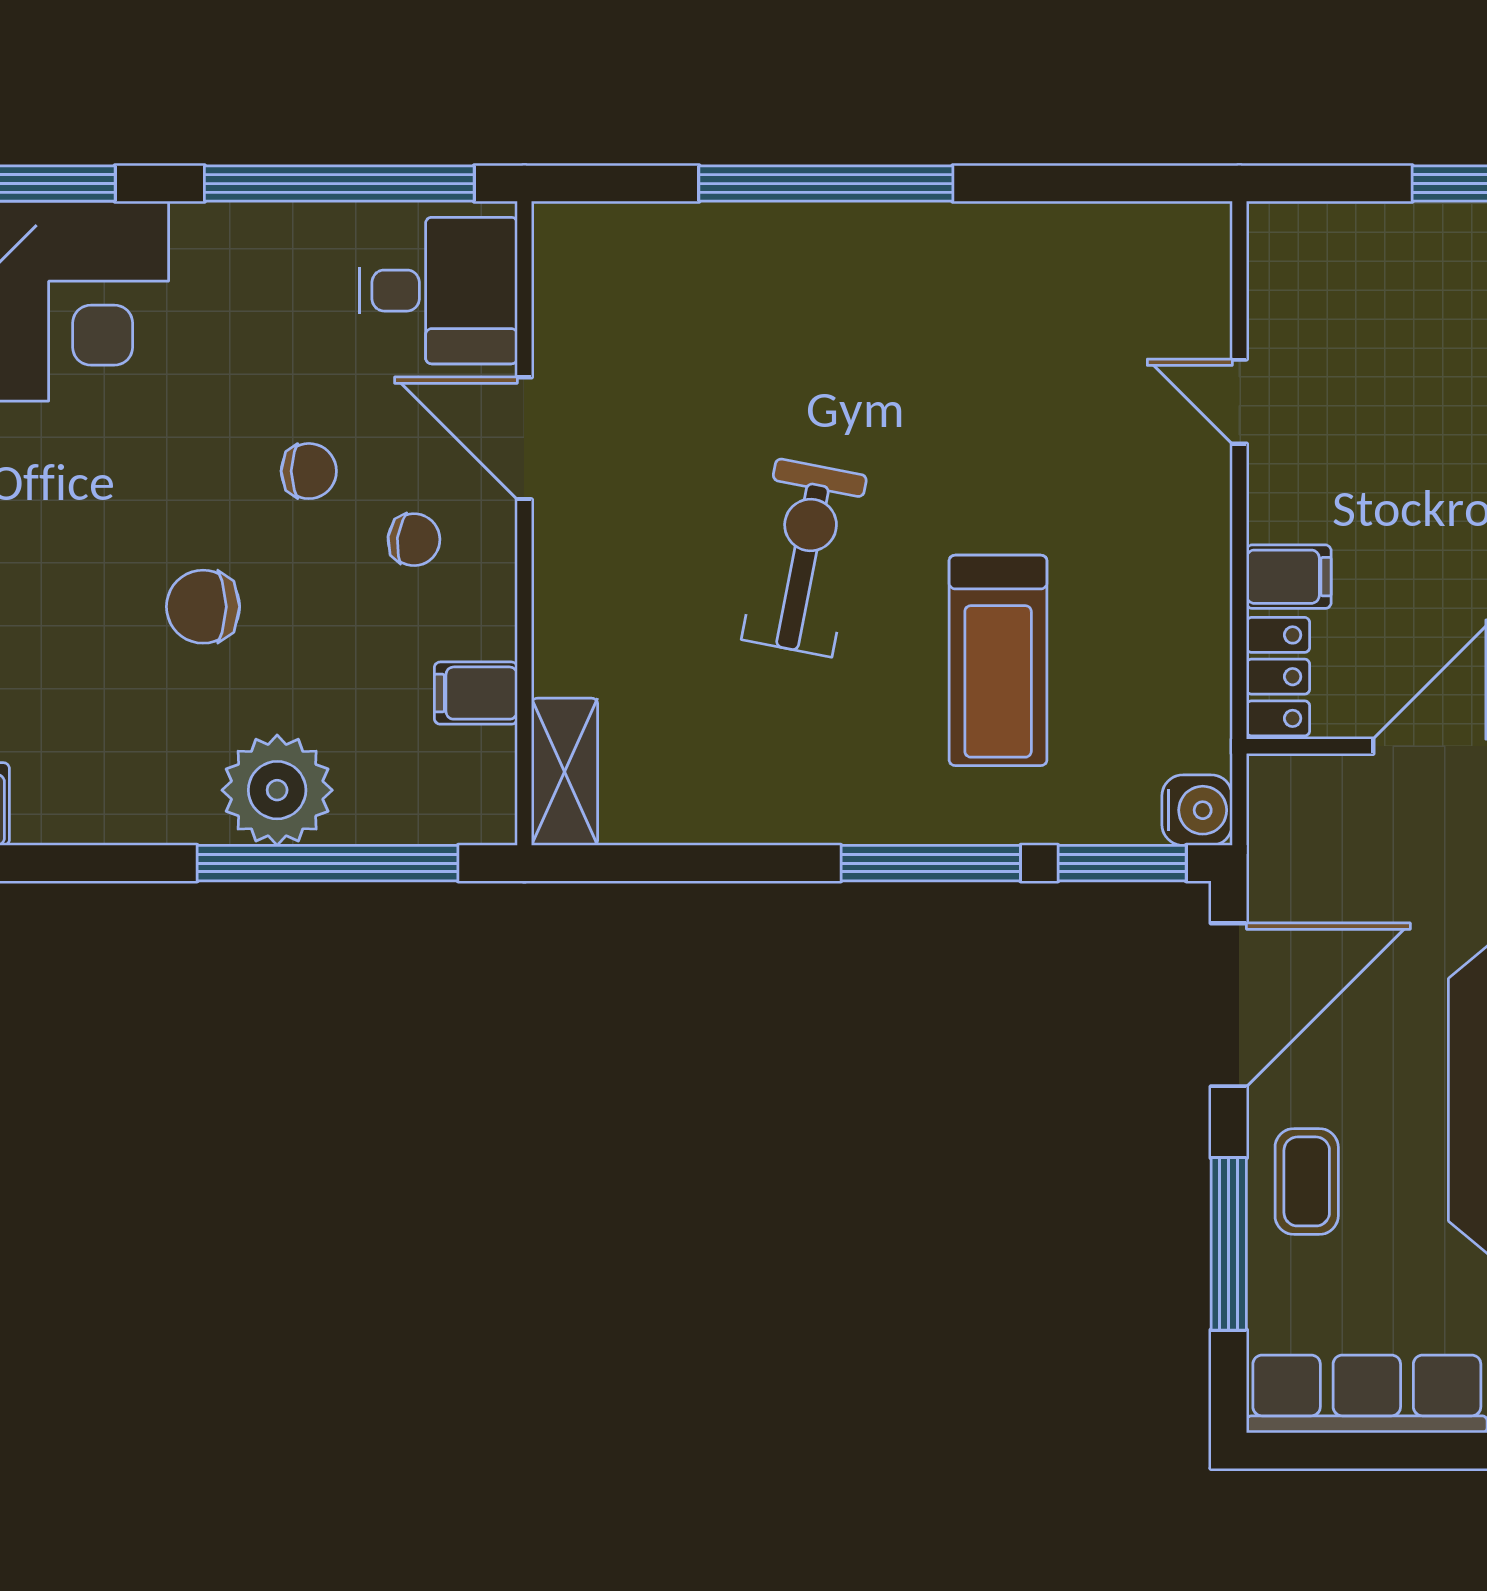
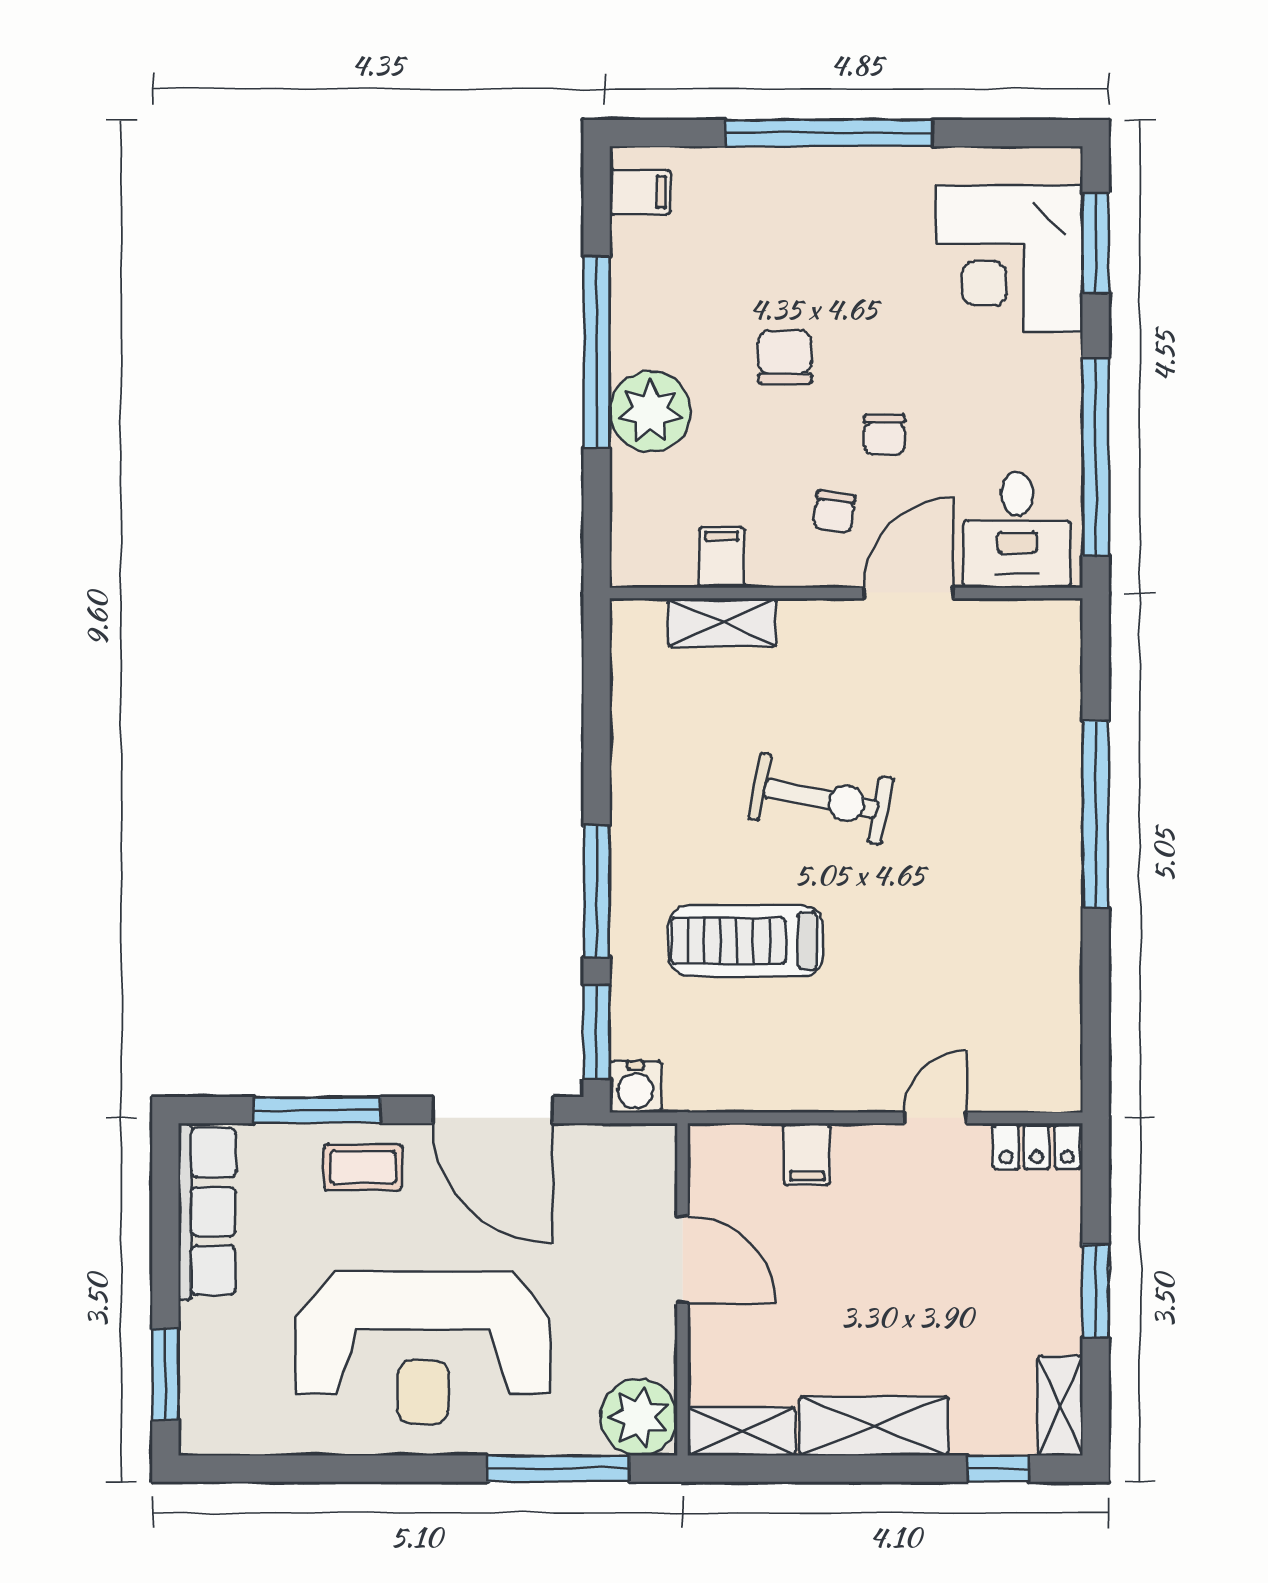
locker: (1278, 677) -> (1037, 1146), moved
shelving: (565, 772) -> (722, 622), moved
window: (328, 863) -> (597, 352), moved

